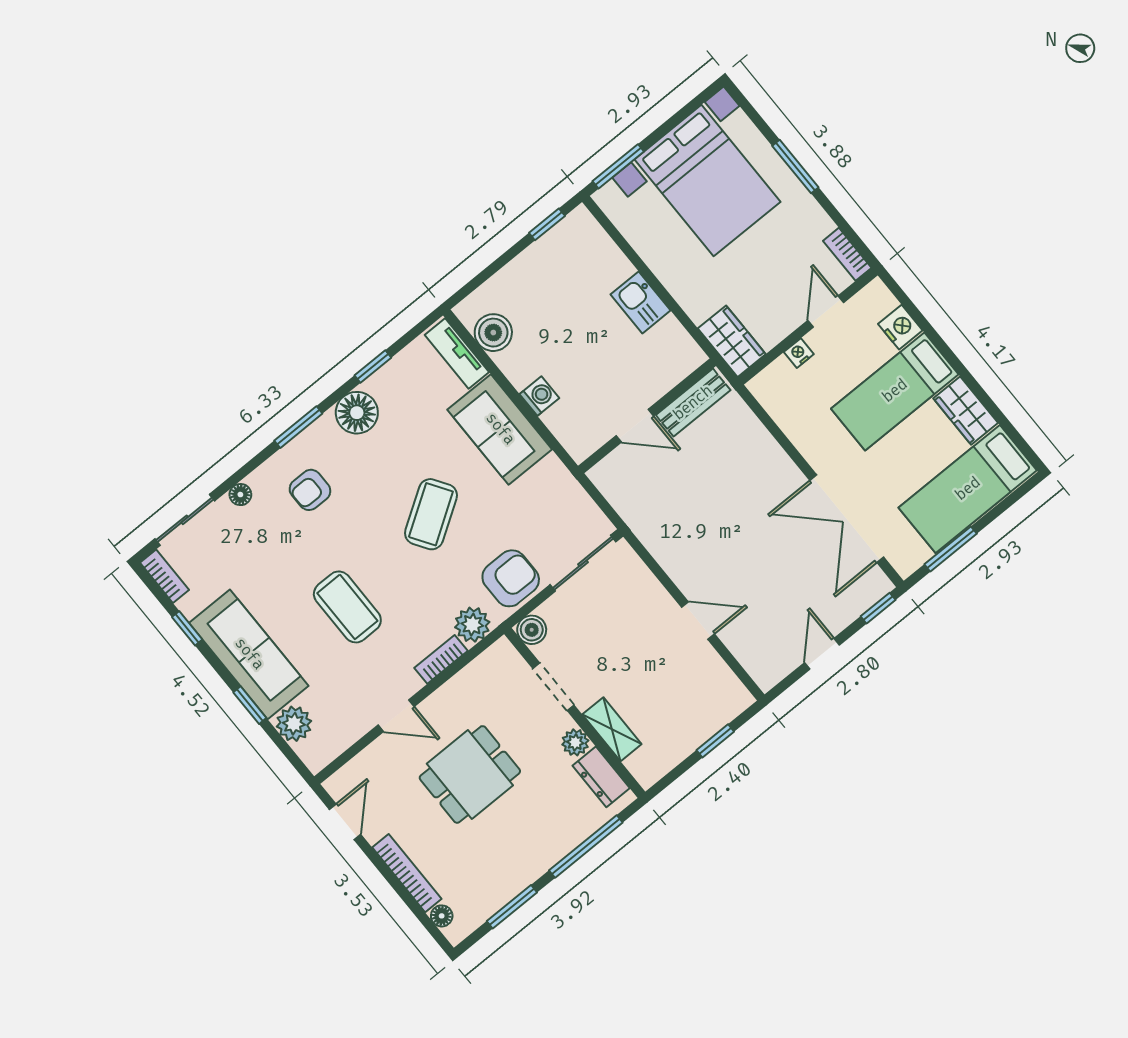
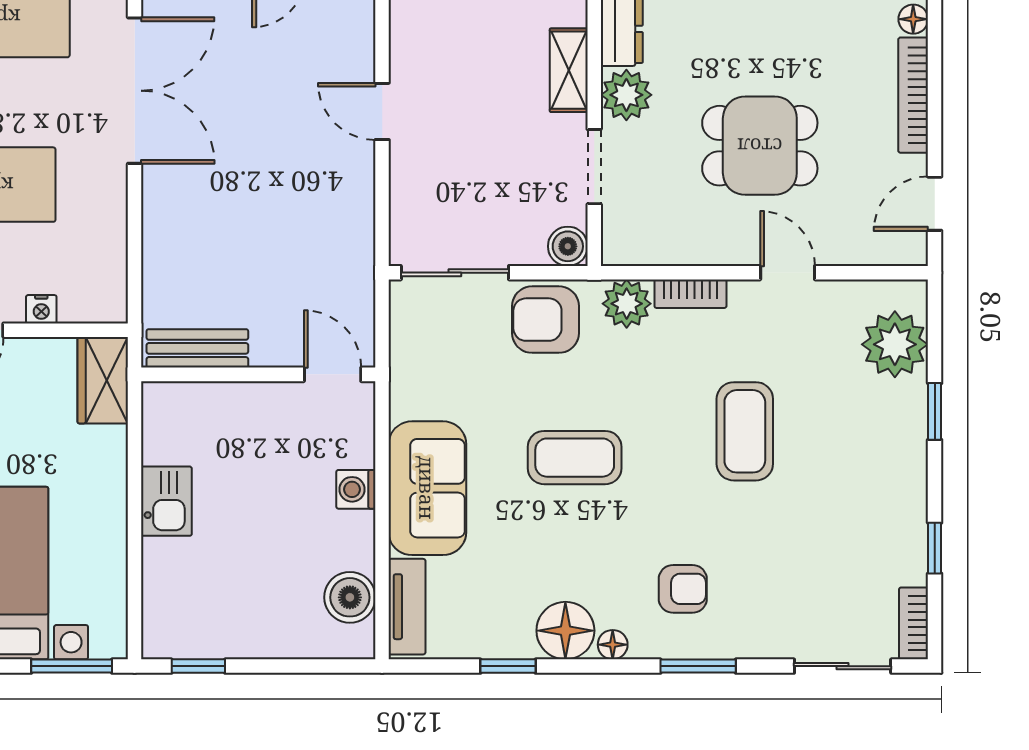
door: (635, 426) -> (333, 374), moved
window: (298, 427) -> (698, 666), moved
floor lamp: (240, 495) -> (613, 645), moved
coffee table: (431, 514) -> (575, 458), turned 33
sofa: (249, 654) -> (891, 467), removed
plant: (294, 724) -> (895, 344), width x1.36, depth x1.36
plant: (575, 742) -> (626, 95), width x1.38, depth x1.38

